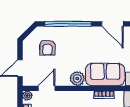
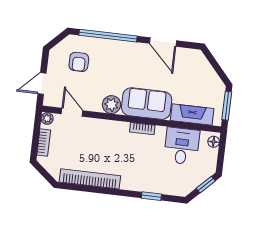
door: (47, 88) -> (72, 112), hinge flipped

